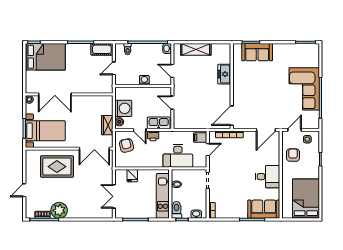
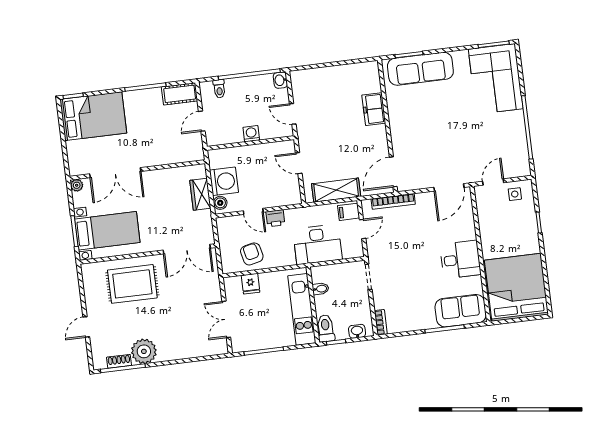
shelving: (196, 49) -> (336, 190), moved
sofa: (257, 52) -> (420, 69), width x1.36
corner sofa: (304, 89) -> (496, 79), moved
kitchen sink: (159, 123) -> (281, 197), removed
wardrobe: (107, 125) -> (200, 194), moved
armchair: (126, 145) -> (252, 254), moved
armchair: (293, 155) -> (496, 221), removed
bed: (306, 199) -> (516, 287), width x1.36

